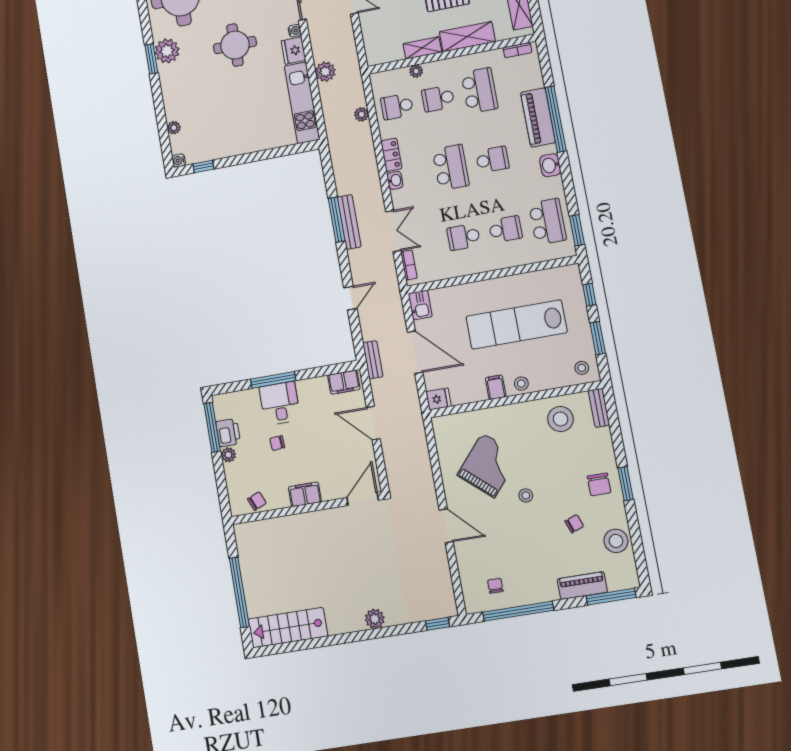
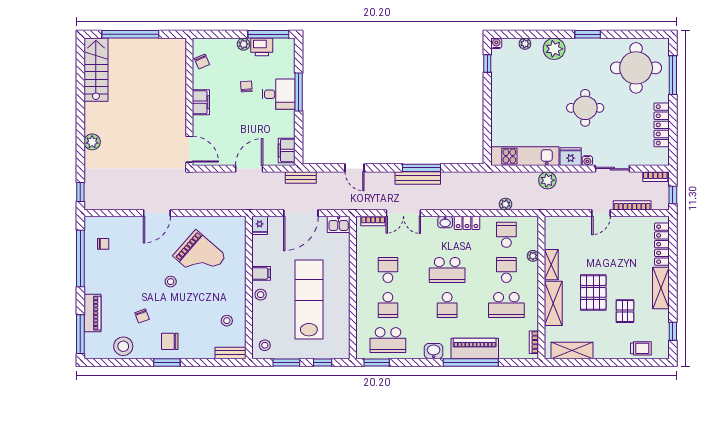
plant: (167, 51) -> (554, 49), moved
stool: (561, 419) -> (227, 321), width x0.53, depth x0.53

